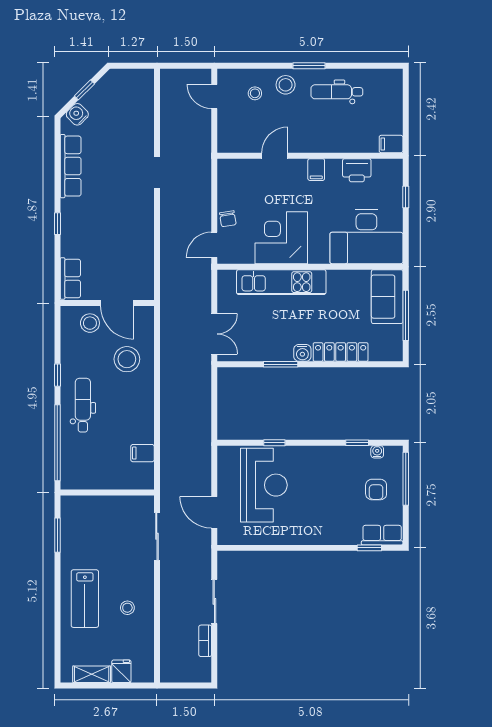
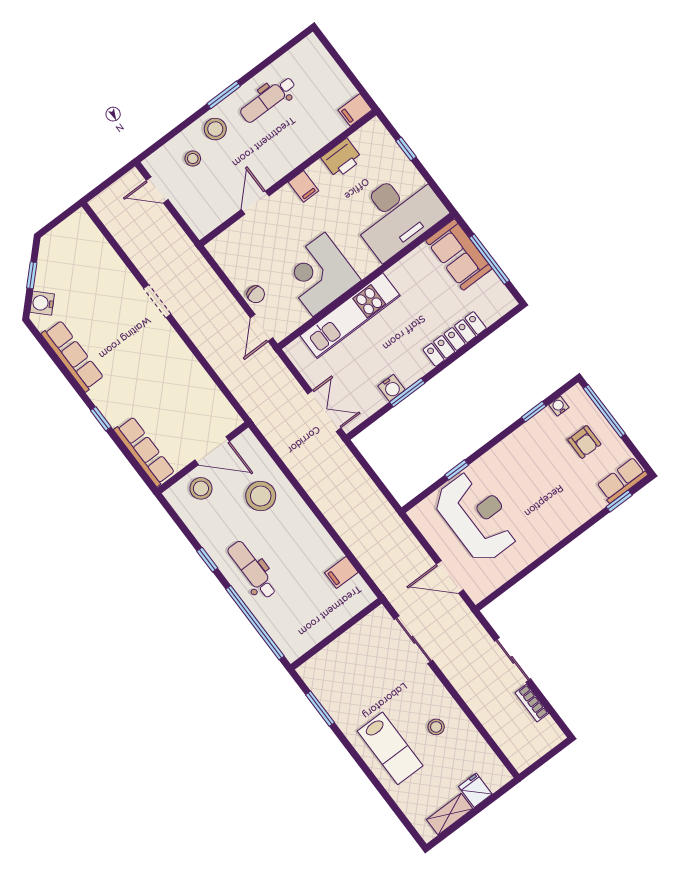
row of seats: (70, 279) -> (144, 451), width x1.48
water cooler: (302, 353) -> (391, 388), moved

